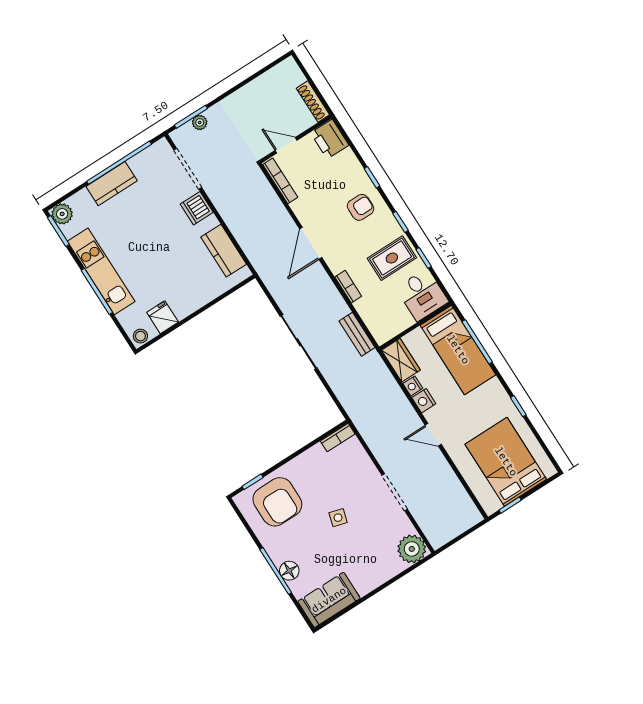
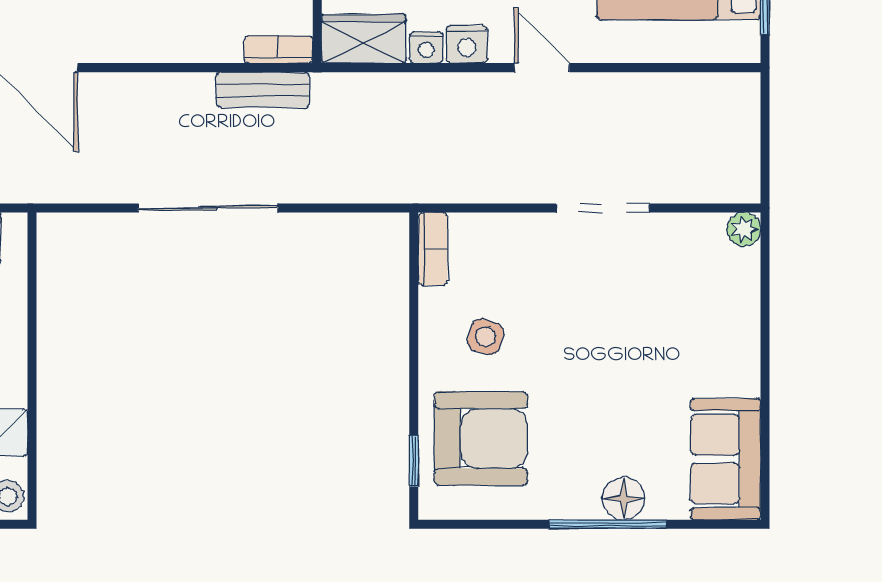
bookcase: (348, 287) -> (278, 49), moved
door: (433, 435) -> (542, 68), swing flipped
side table: (338, 518) -> (485, 337), moved
plant: (412, 549) -> (744, 229), width x0.53, depth x0.53

